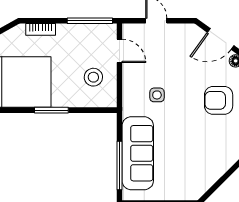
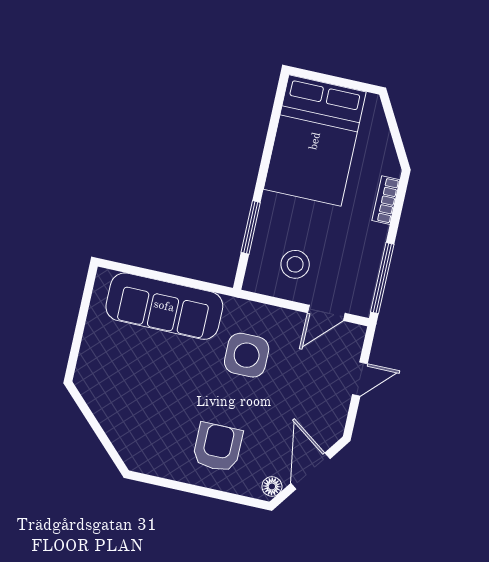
side table: (157, 95) -> (247, 355), width x1.87, depth x1.87
window: (51, 110) -> (251, 227), moved
window: (119, 166) -> (152, 274), removed

